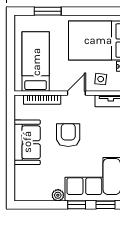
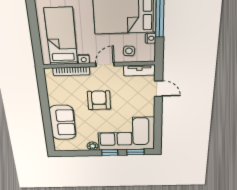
nightstand: (56, 86) -> (84, 59), added
sofa: (27, 142) -> (63, 123), moved

